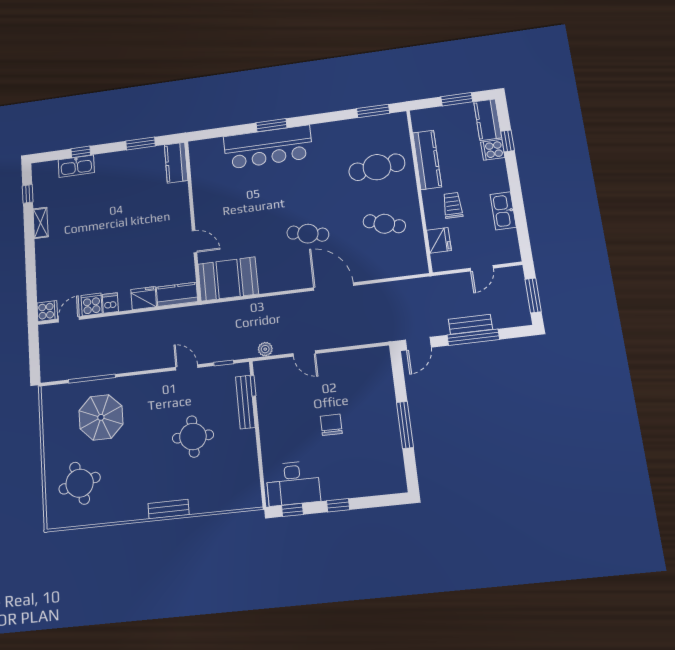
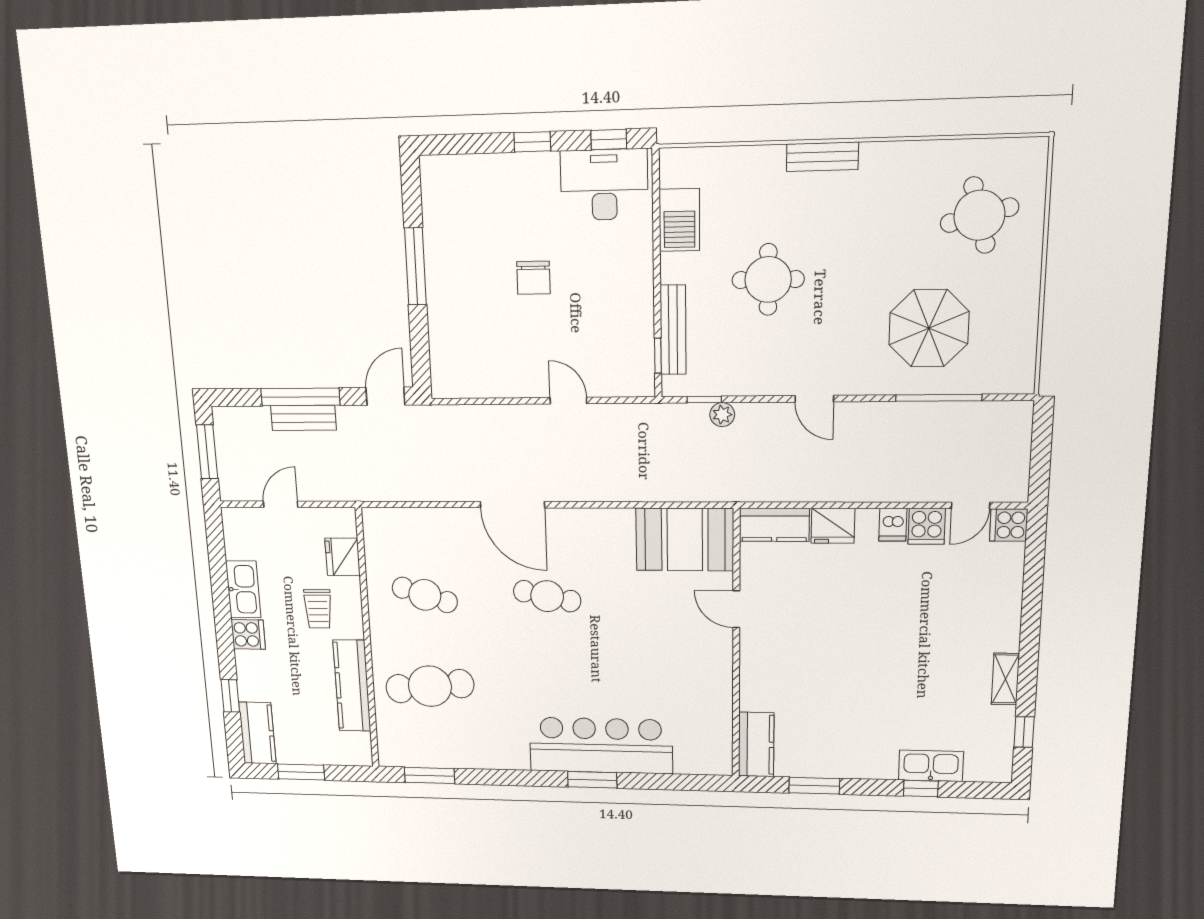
cooker: (493, 150) -> (248, 634), moved
plant: (265, 349) -> (722, 415), moved
door: (187, 367) -> (814, 399), moved
barbecue: (247, 466) -> (679, 220), added

